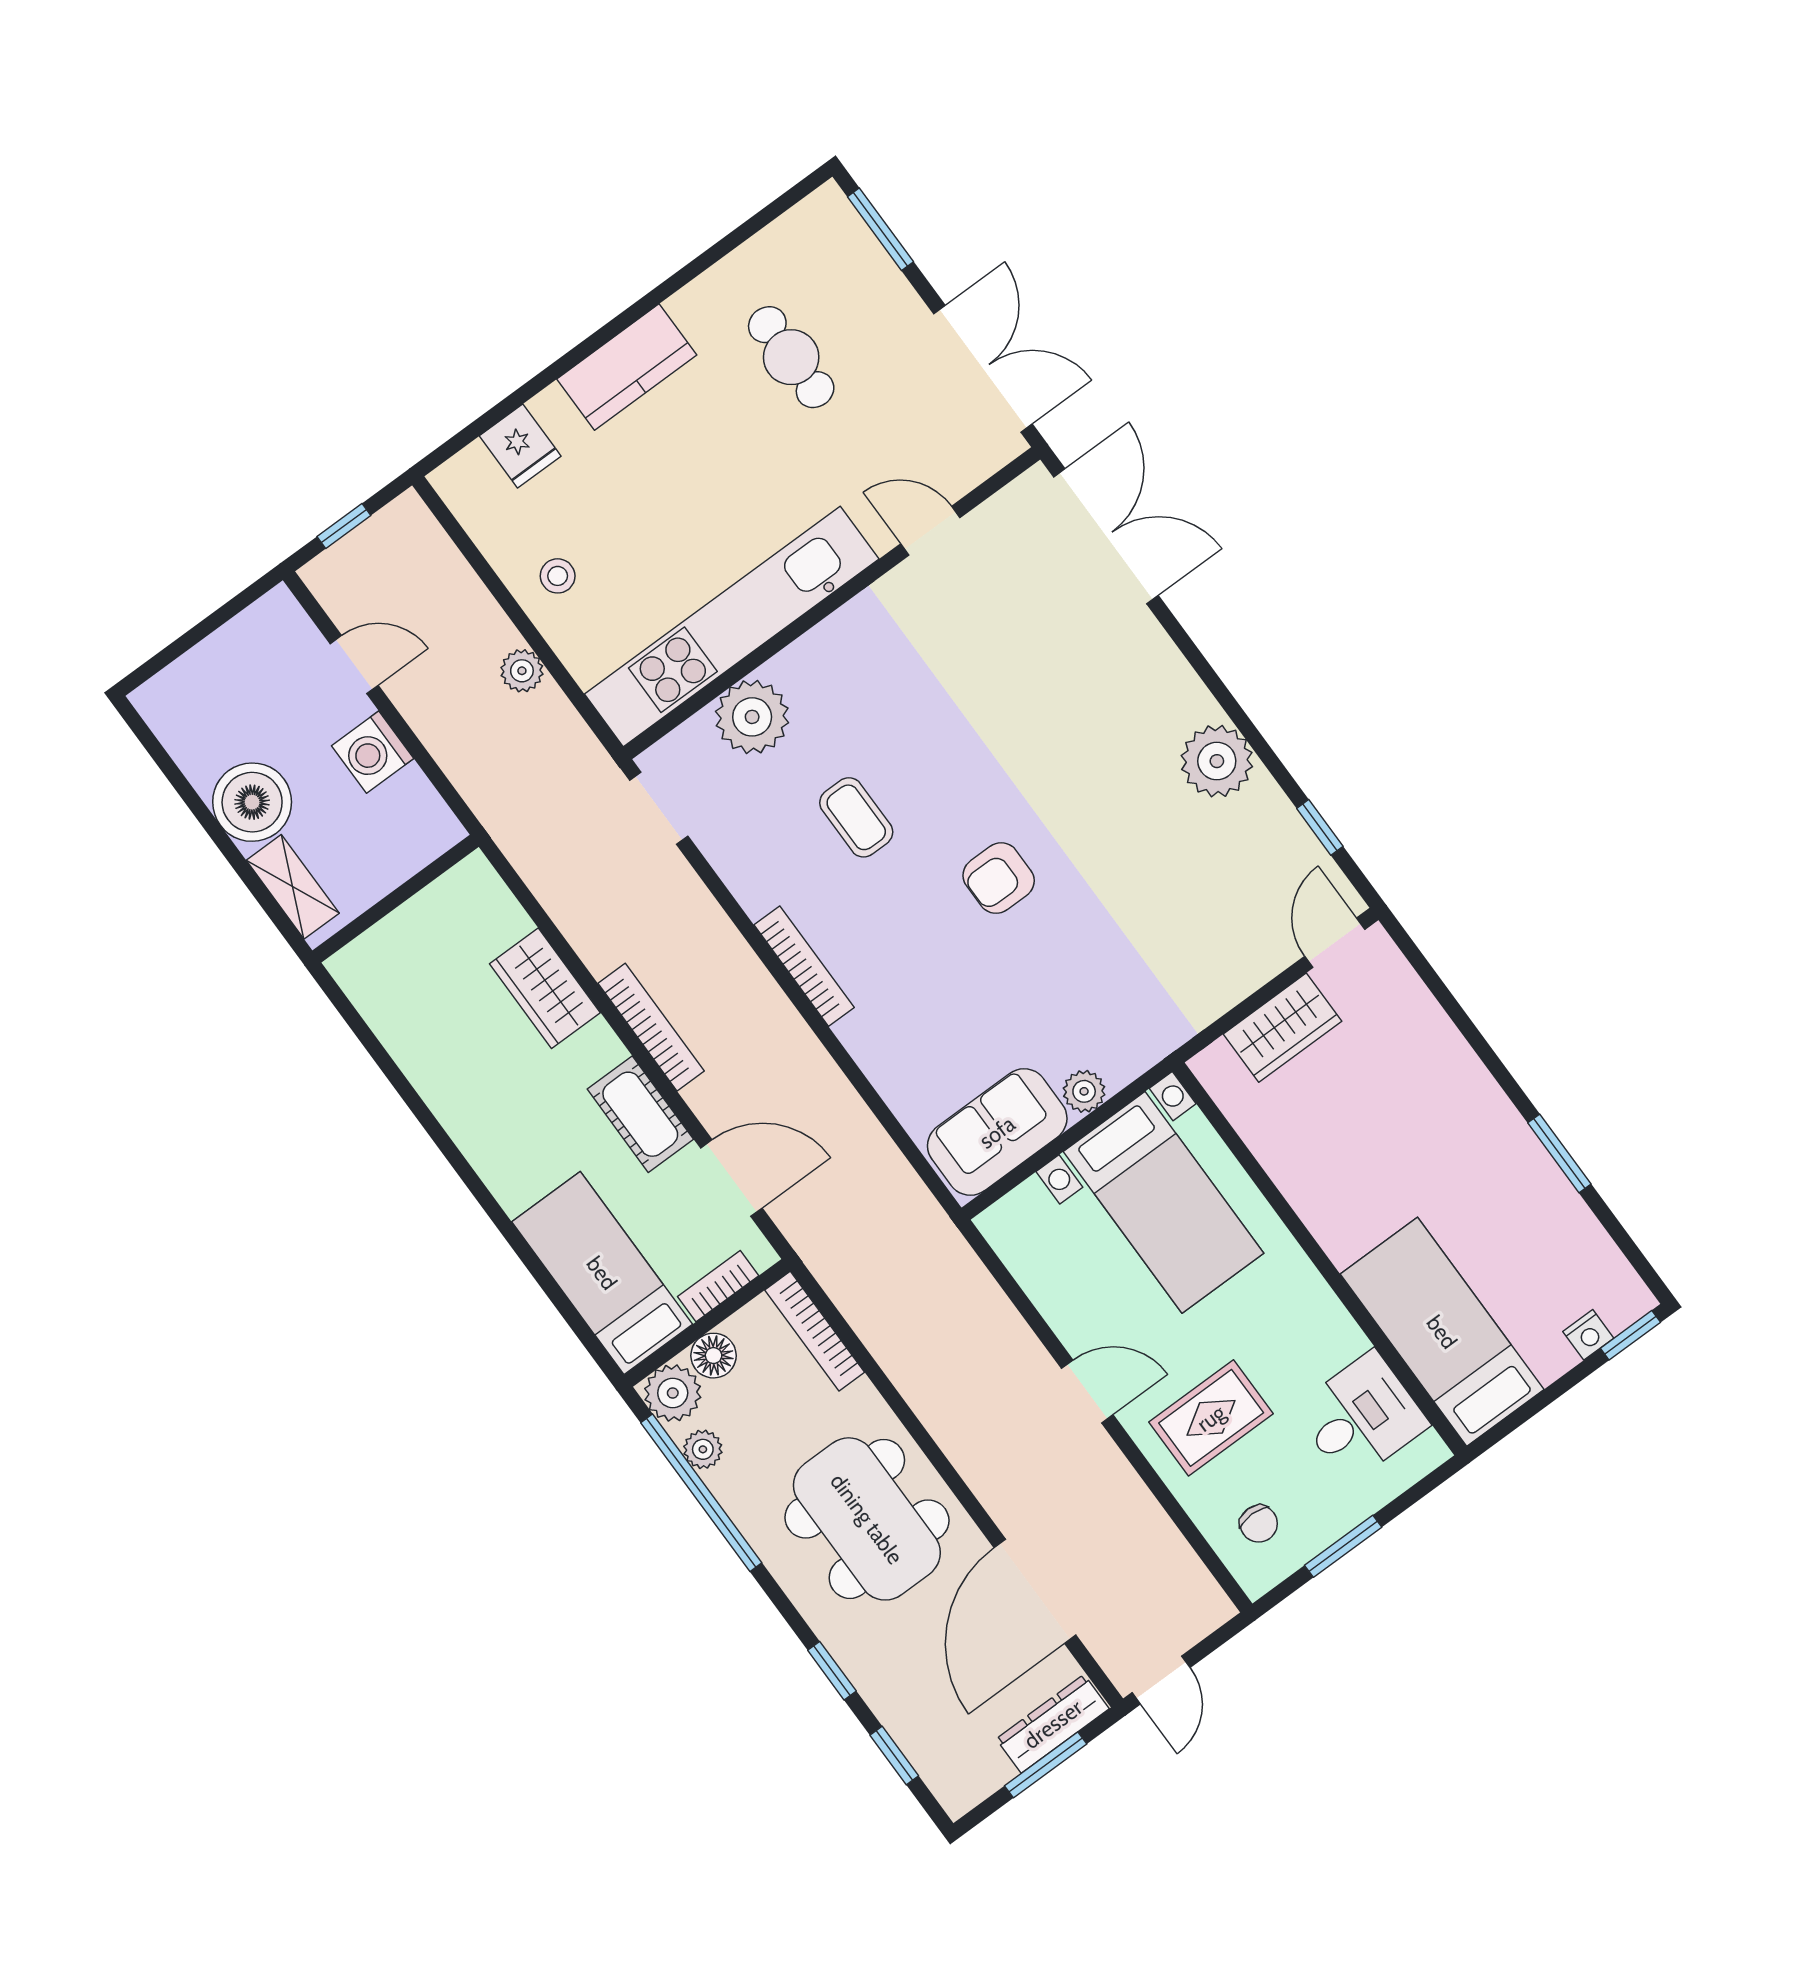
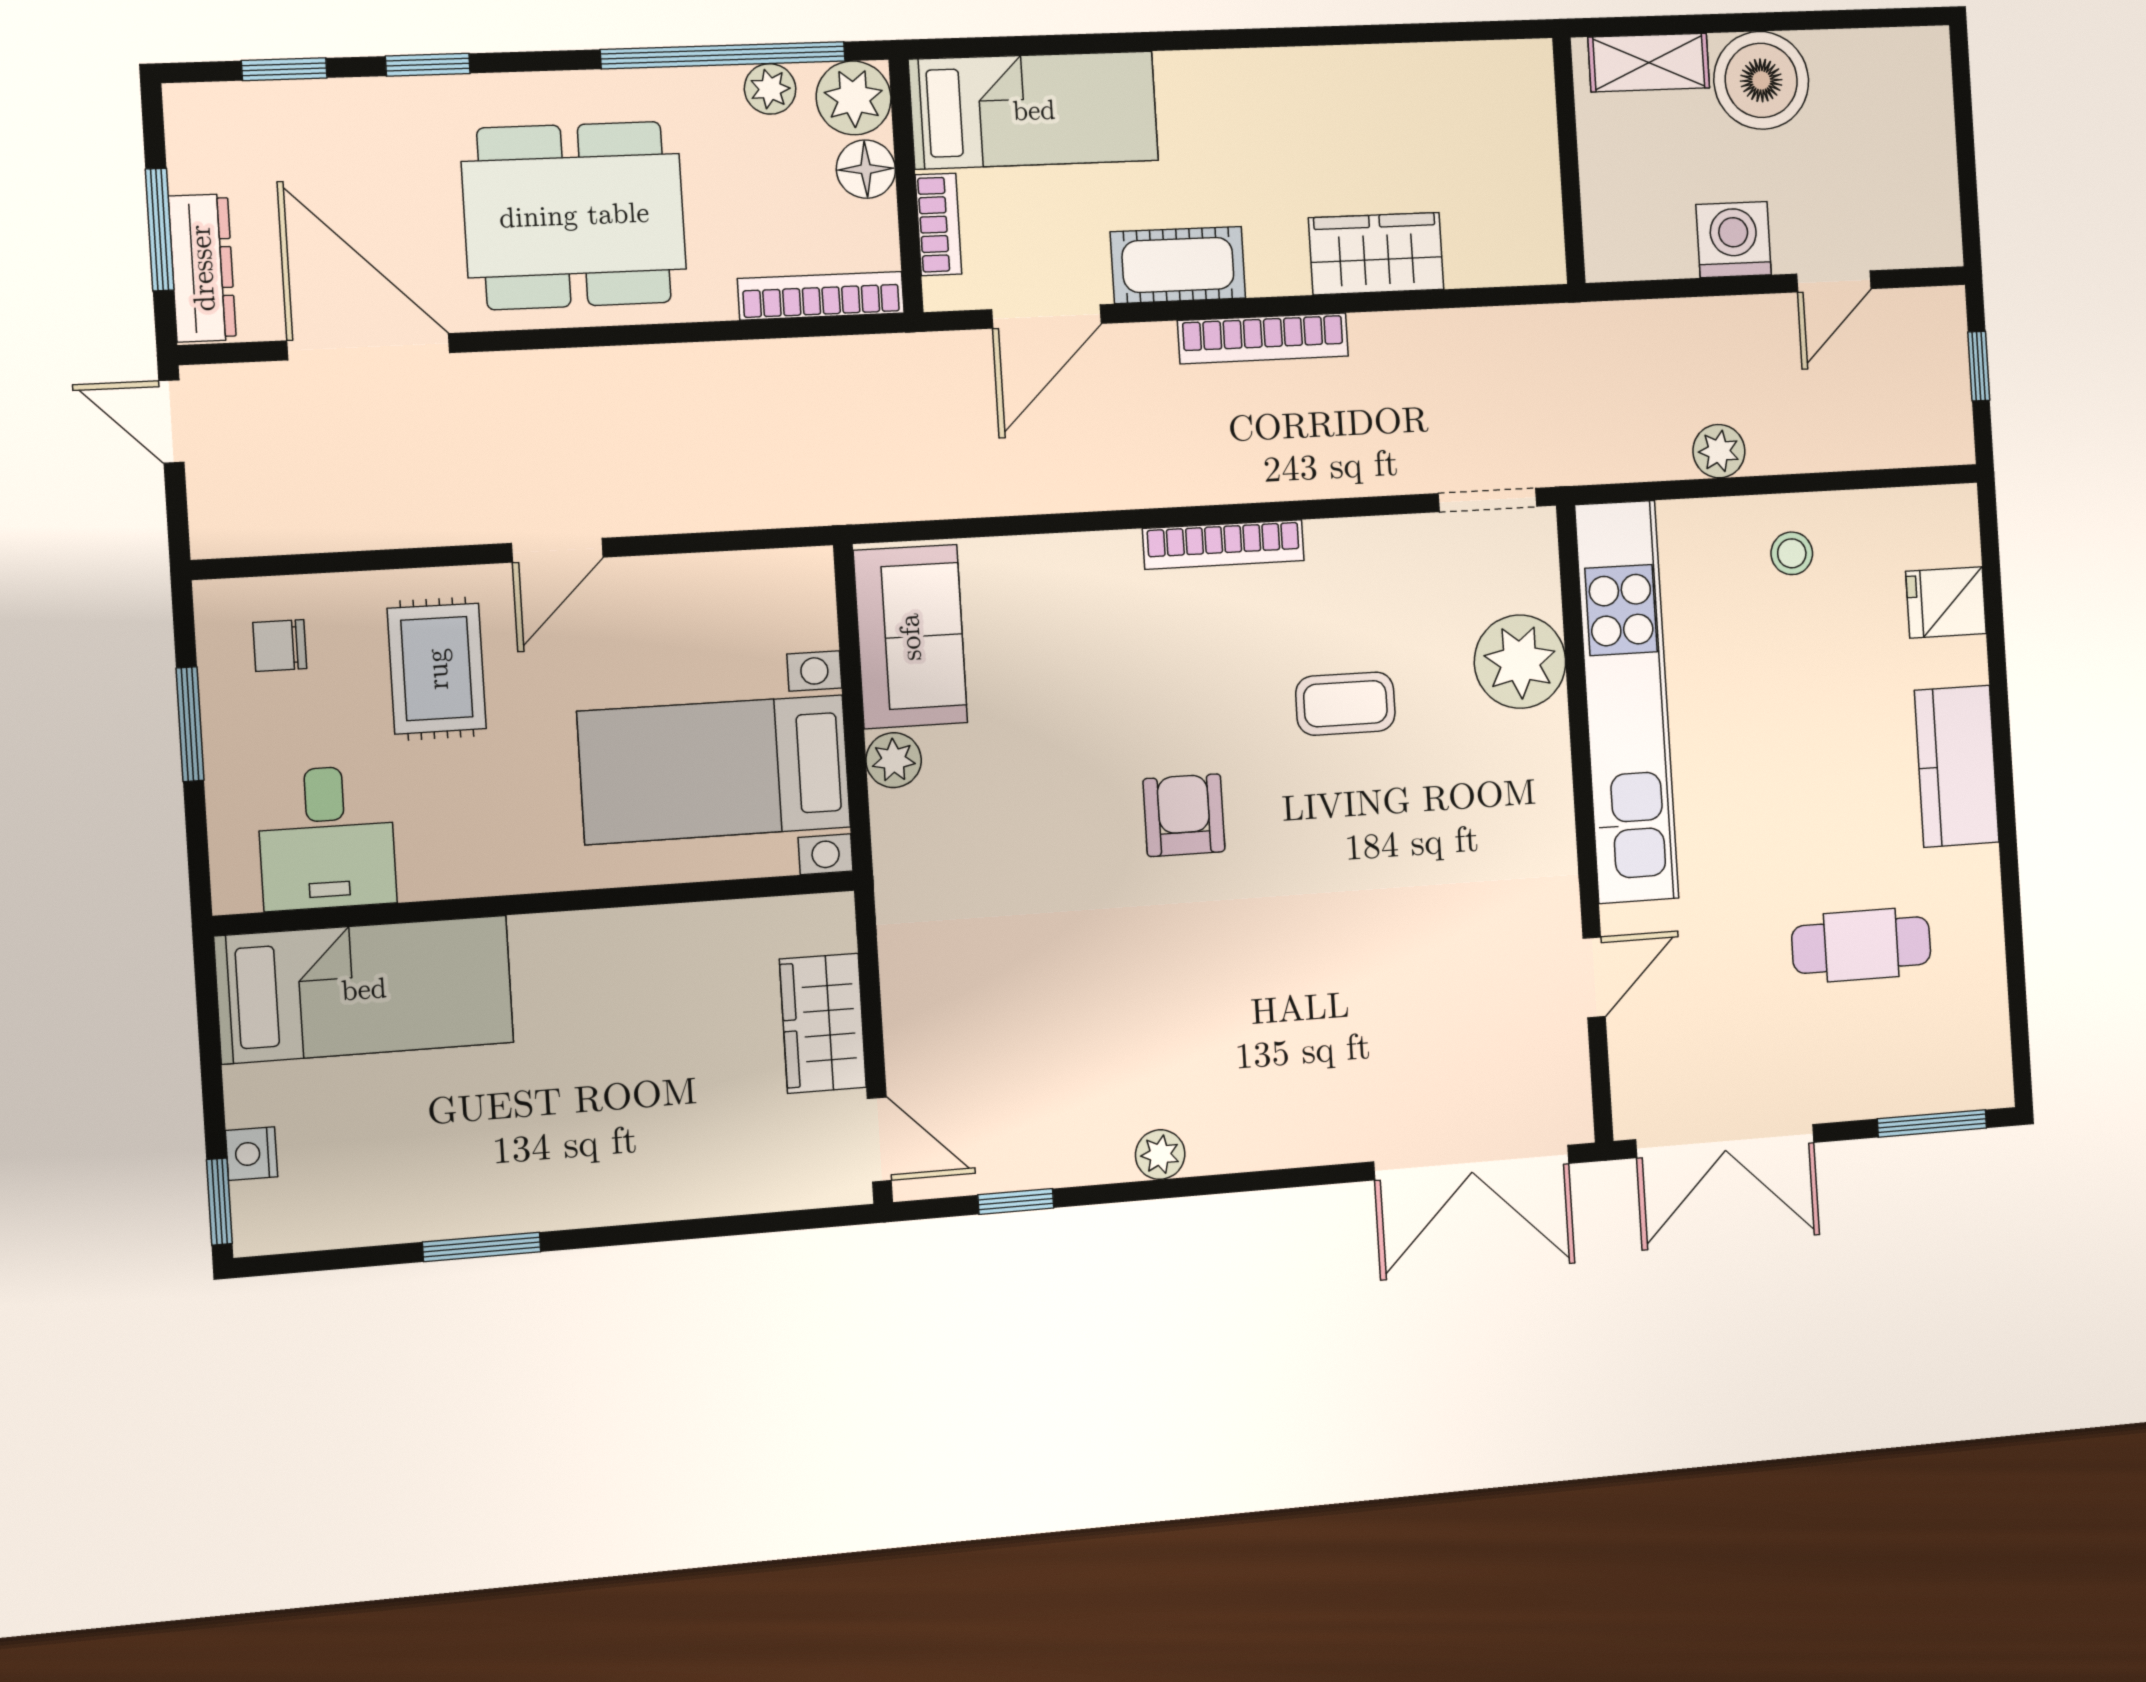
plant: (1217, 761) -> (1160, 1155), width x0.53, depth x0.53

